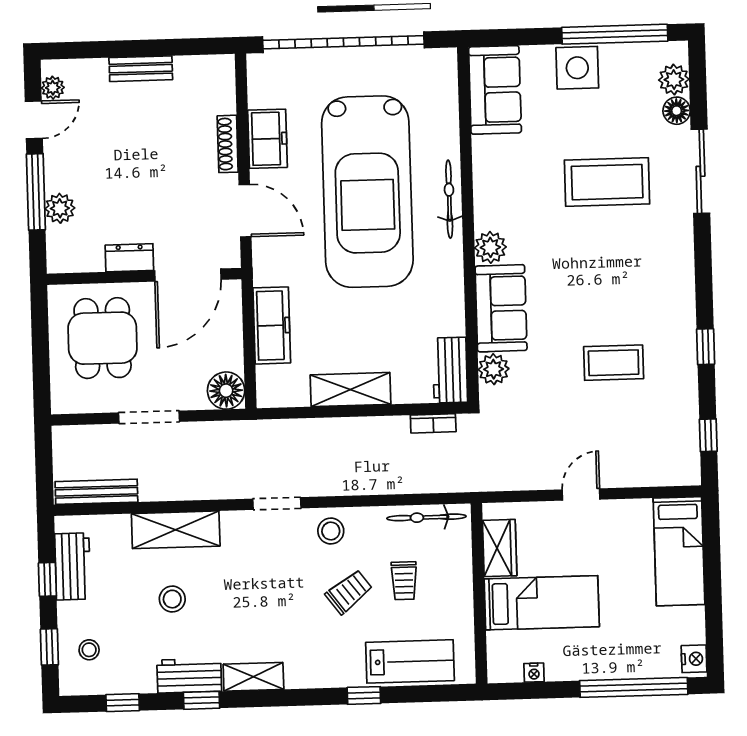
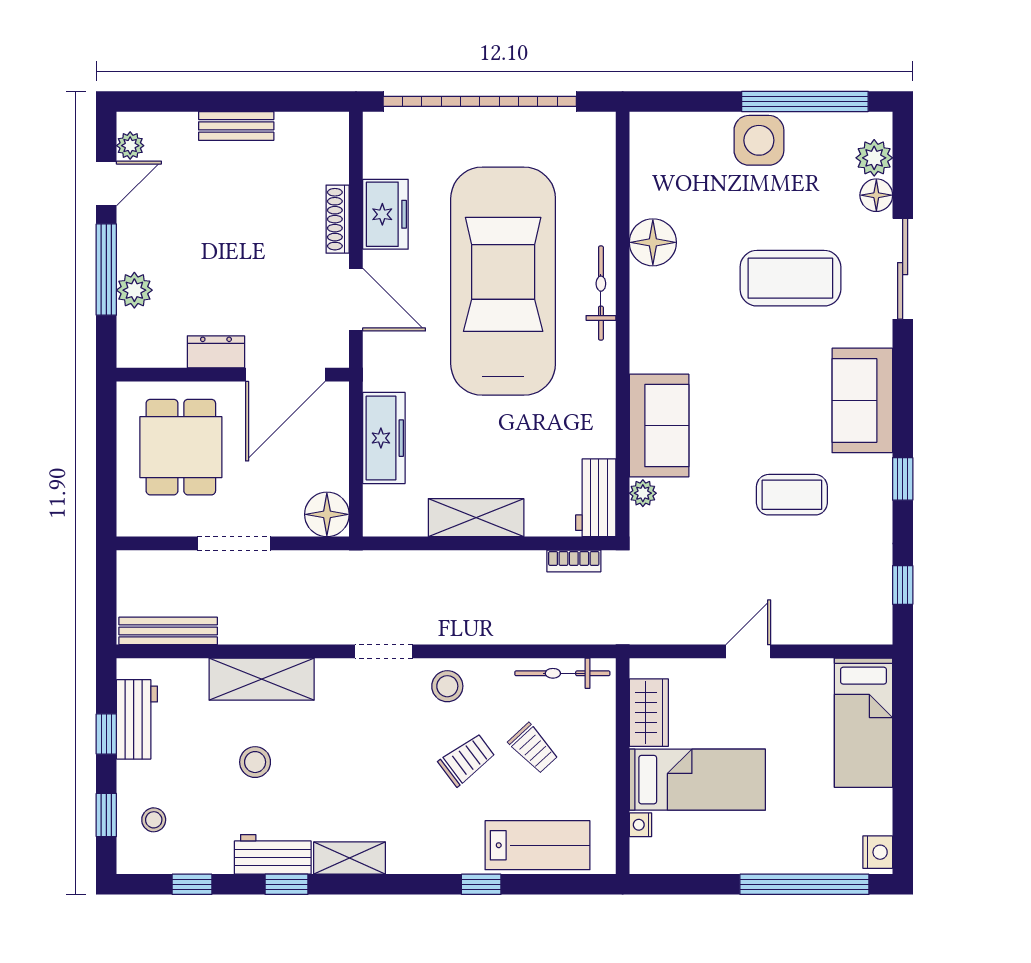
sofa: (495, 90) -> (862, 400), moved, turned 180
floor lamp: (491, 156) -> (653, 242), added
car: (367, 192) -> (503, 281), turned 180
plant: (490, 247) -> (648, 352), removed
plant: (494, 369) -> (643, 493), width x0.73, depth x0.73
trolley: (404, 581) -> (533, 748), turned -43
nightstand: (534, 673) -> (641, 825), moved, turned 90

